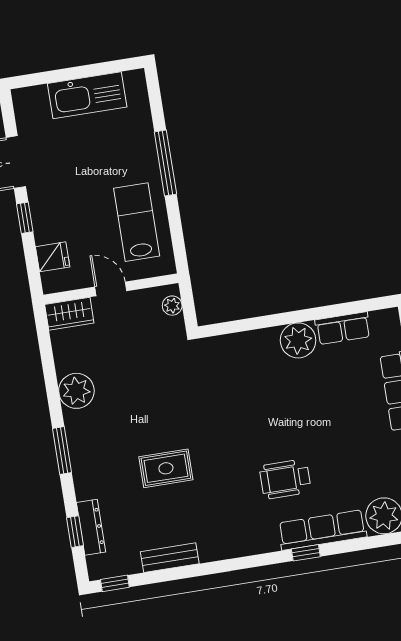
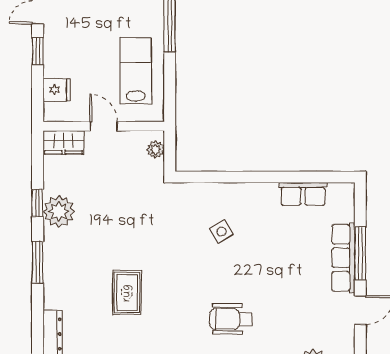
plant: (298, 340) -> (262, 198), removed
side table: (259, 384) -> (221, 232), added
rug: (166, 468) -> (127, 293), turned 90
window: (75, 532) -> (38, 203), moved

